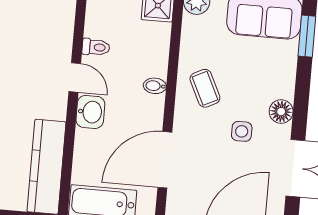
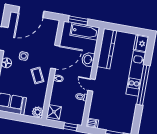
washbasin: (90, 112) -> (88, 59), moved
door: (165, 160) -> (55, 57), moved

